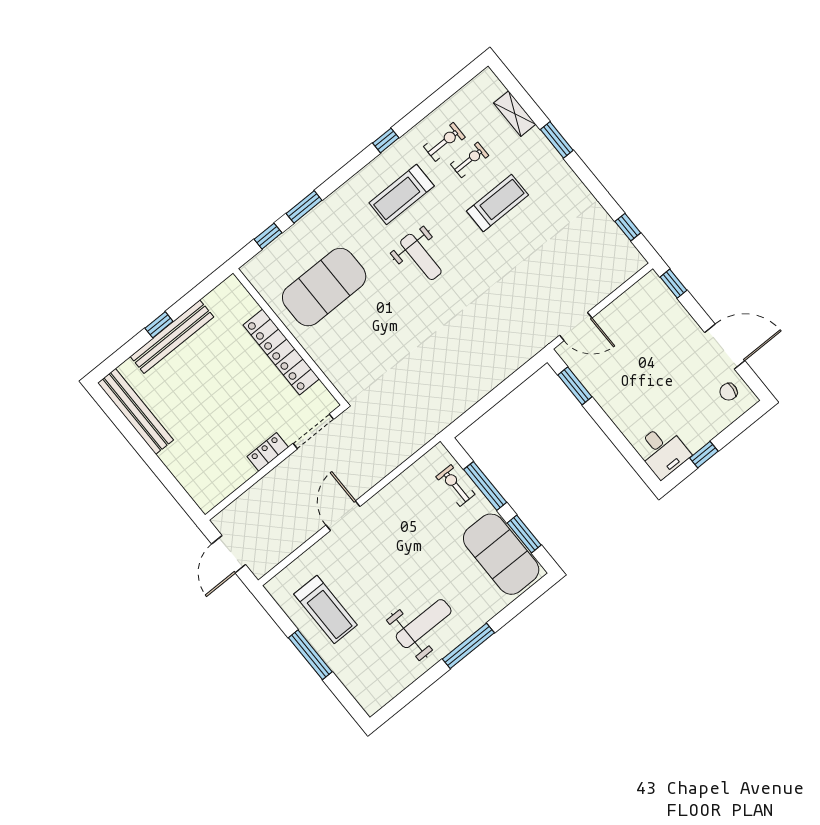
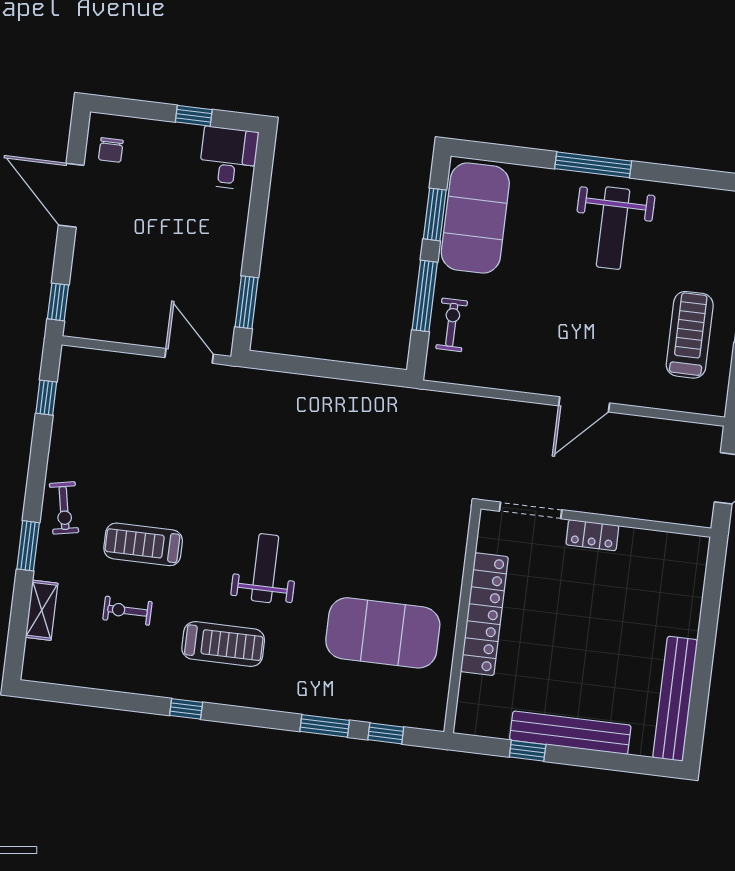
exercise bike: (444, 142) -> (64, 508), moved, turned -101
window: (159, 325) -> (528, 751), moved
chair: (729, 392) -> (111, 150), turned 83
exercise bike: (455, 485) -> (452, 325), turned 180
weight bench: (424, 624) -> (613, 228), turned -90

